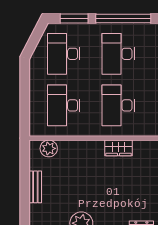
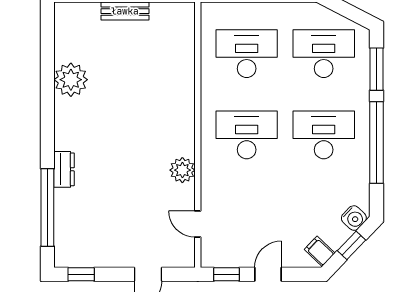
plant: (49, 148) -> (182, 170), moved
wardrobe: (119, 148) -> (183, 135), removed

